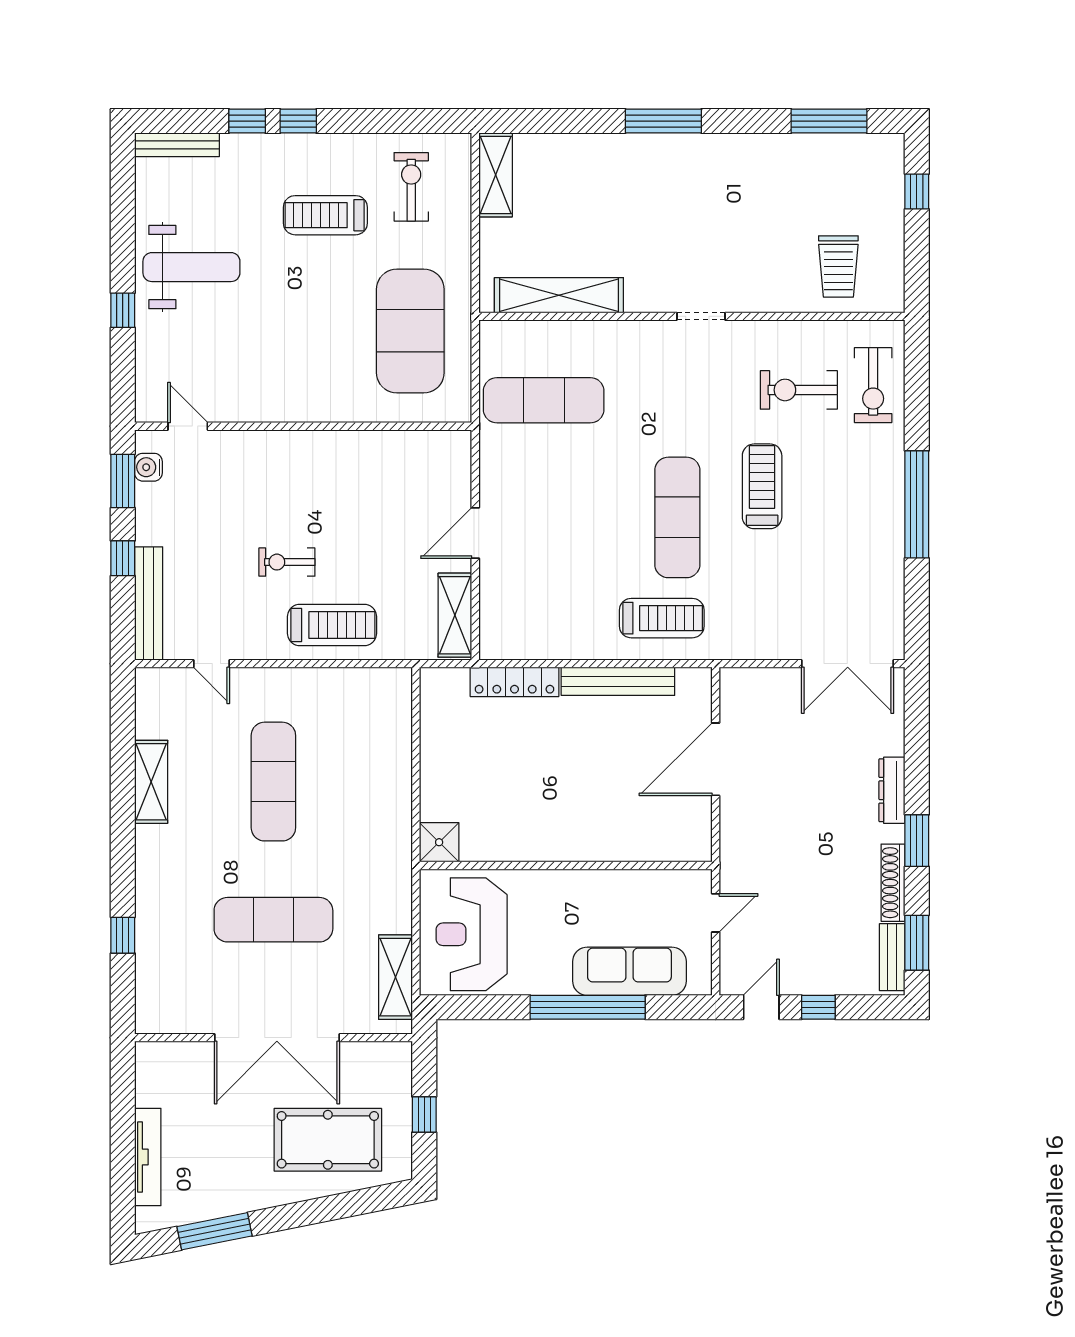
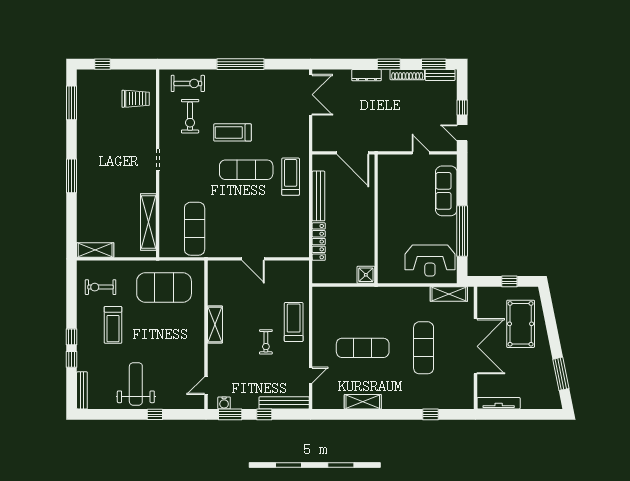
shelving: (455, 615) -> (215, 325), moved, turned 90
shower: (439, 842) -> (366, 275), moved
wall: (566, 865) -> (376, 219), moved
window: (588, 1007) -> (462, 231), moved
tv unit: (148, 1157) -> (499, 403), moved

